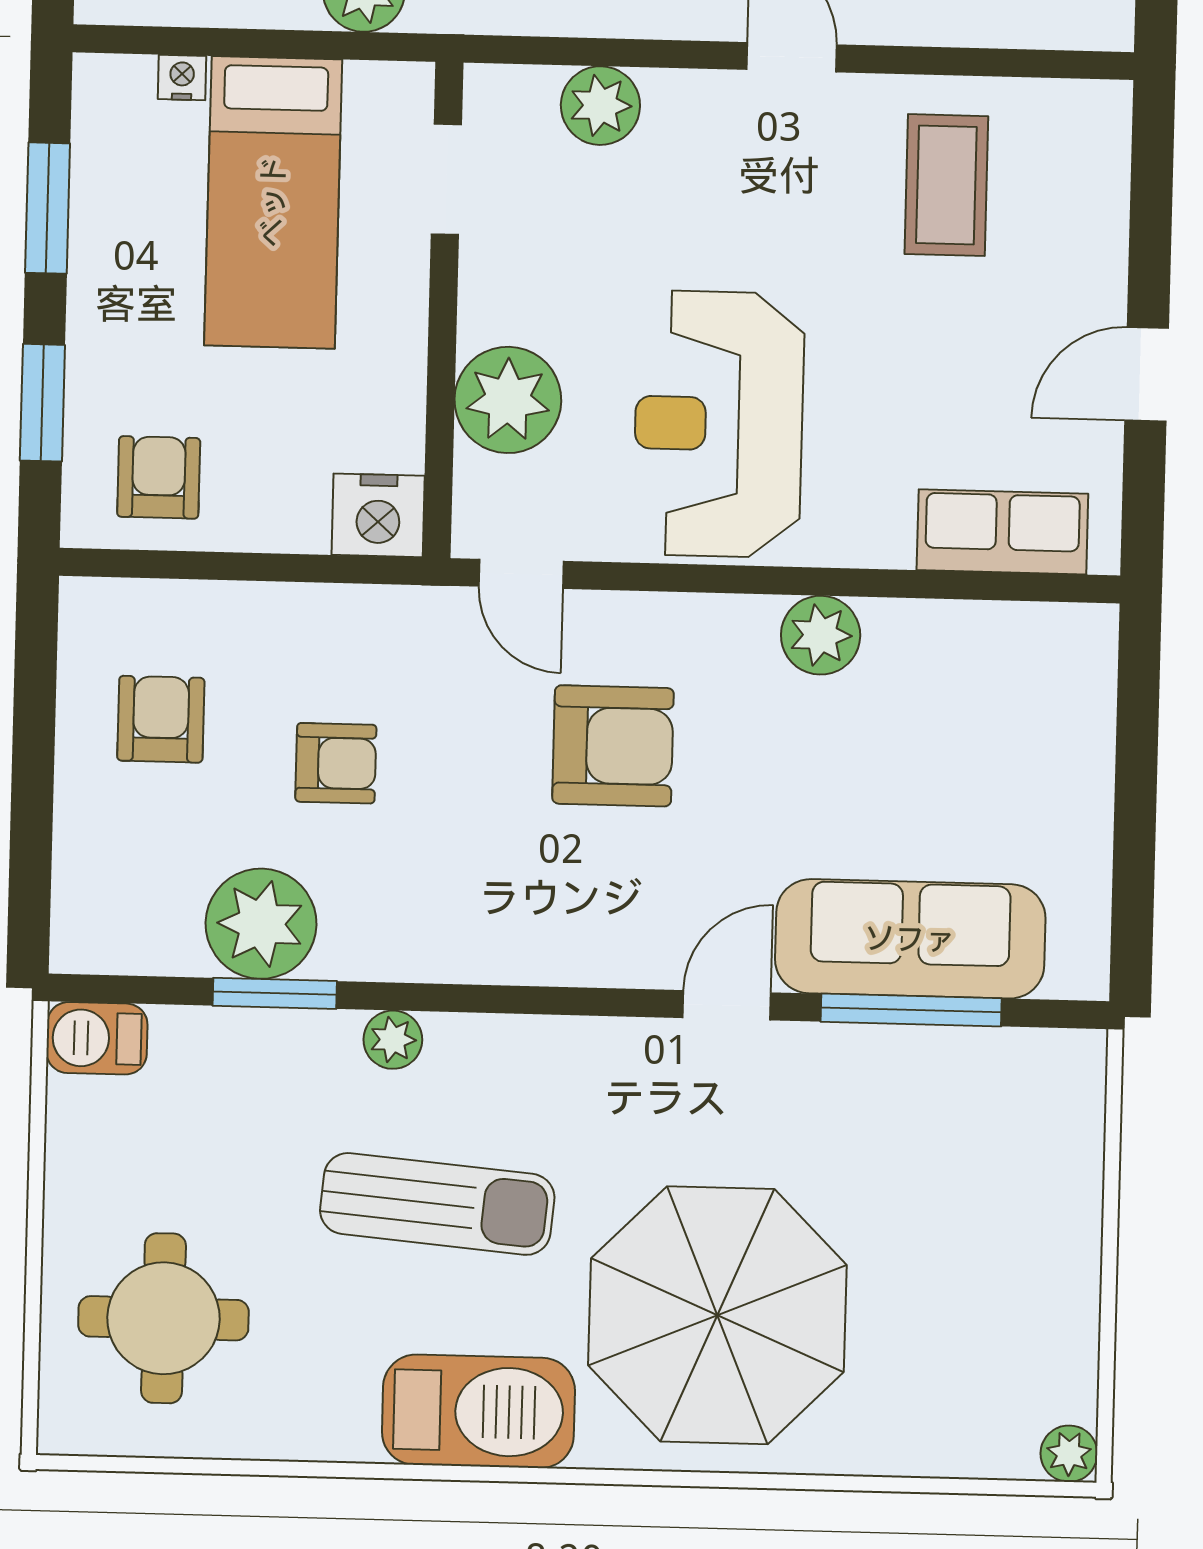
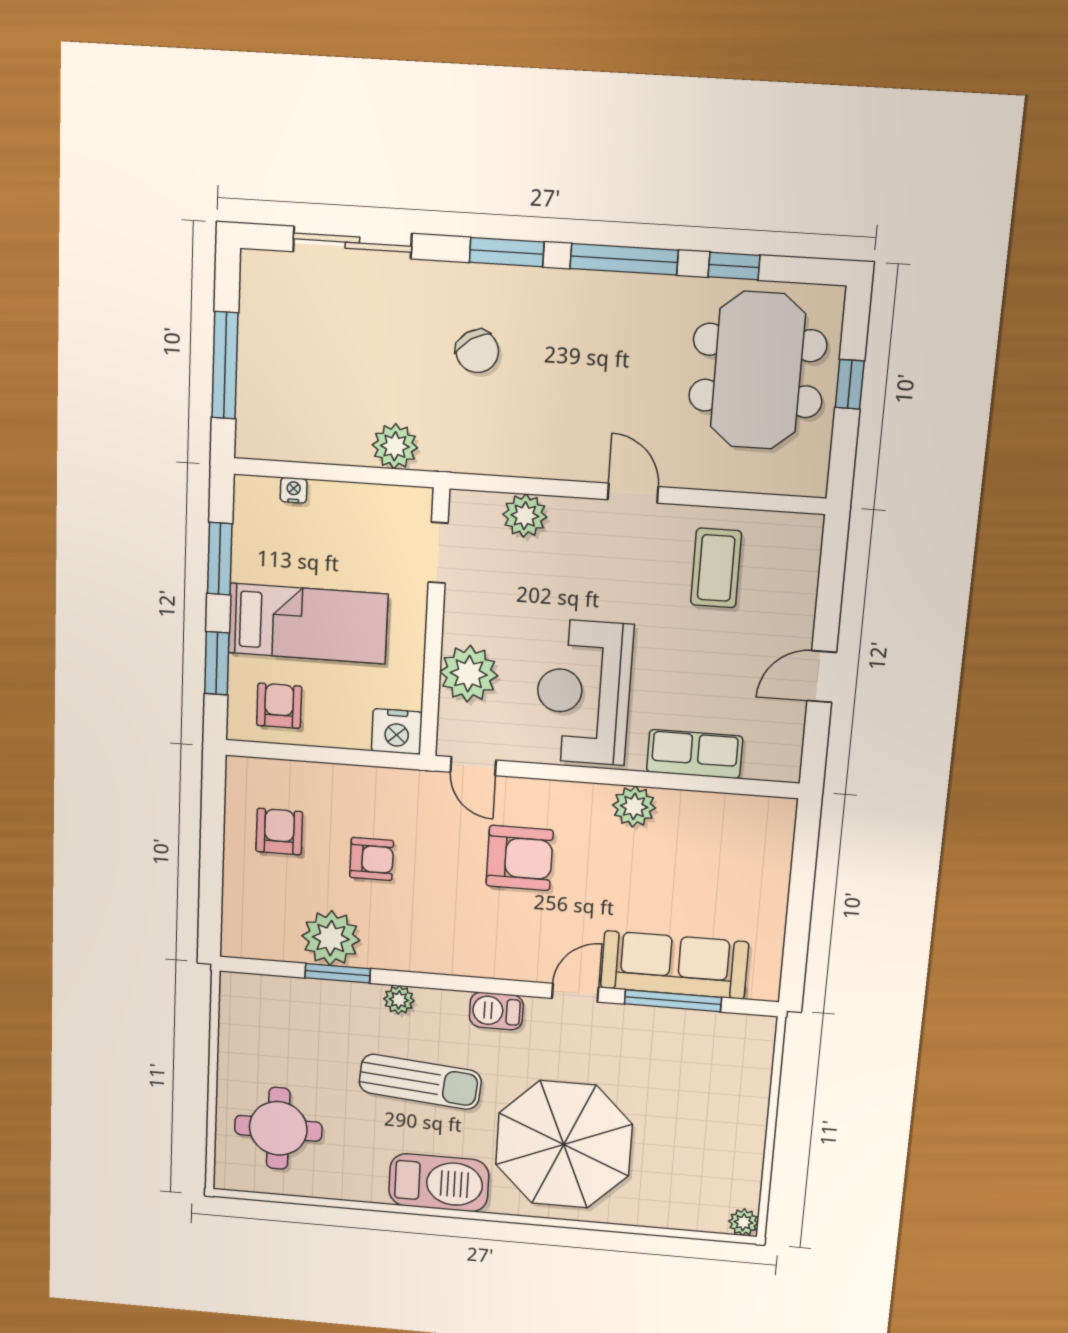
bed: (273, 202) -> (308, 623), moved, turned -90
row of seats: (1002, 532) -> (695, 754), moved
barbecue: (97, 1038) -> (496, 1011), moved

